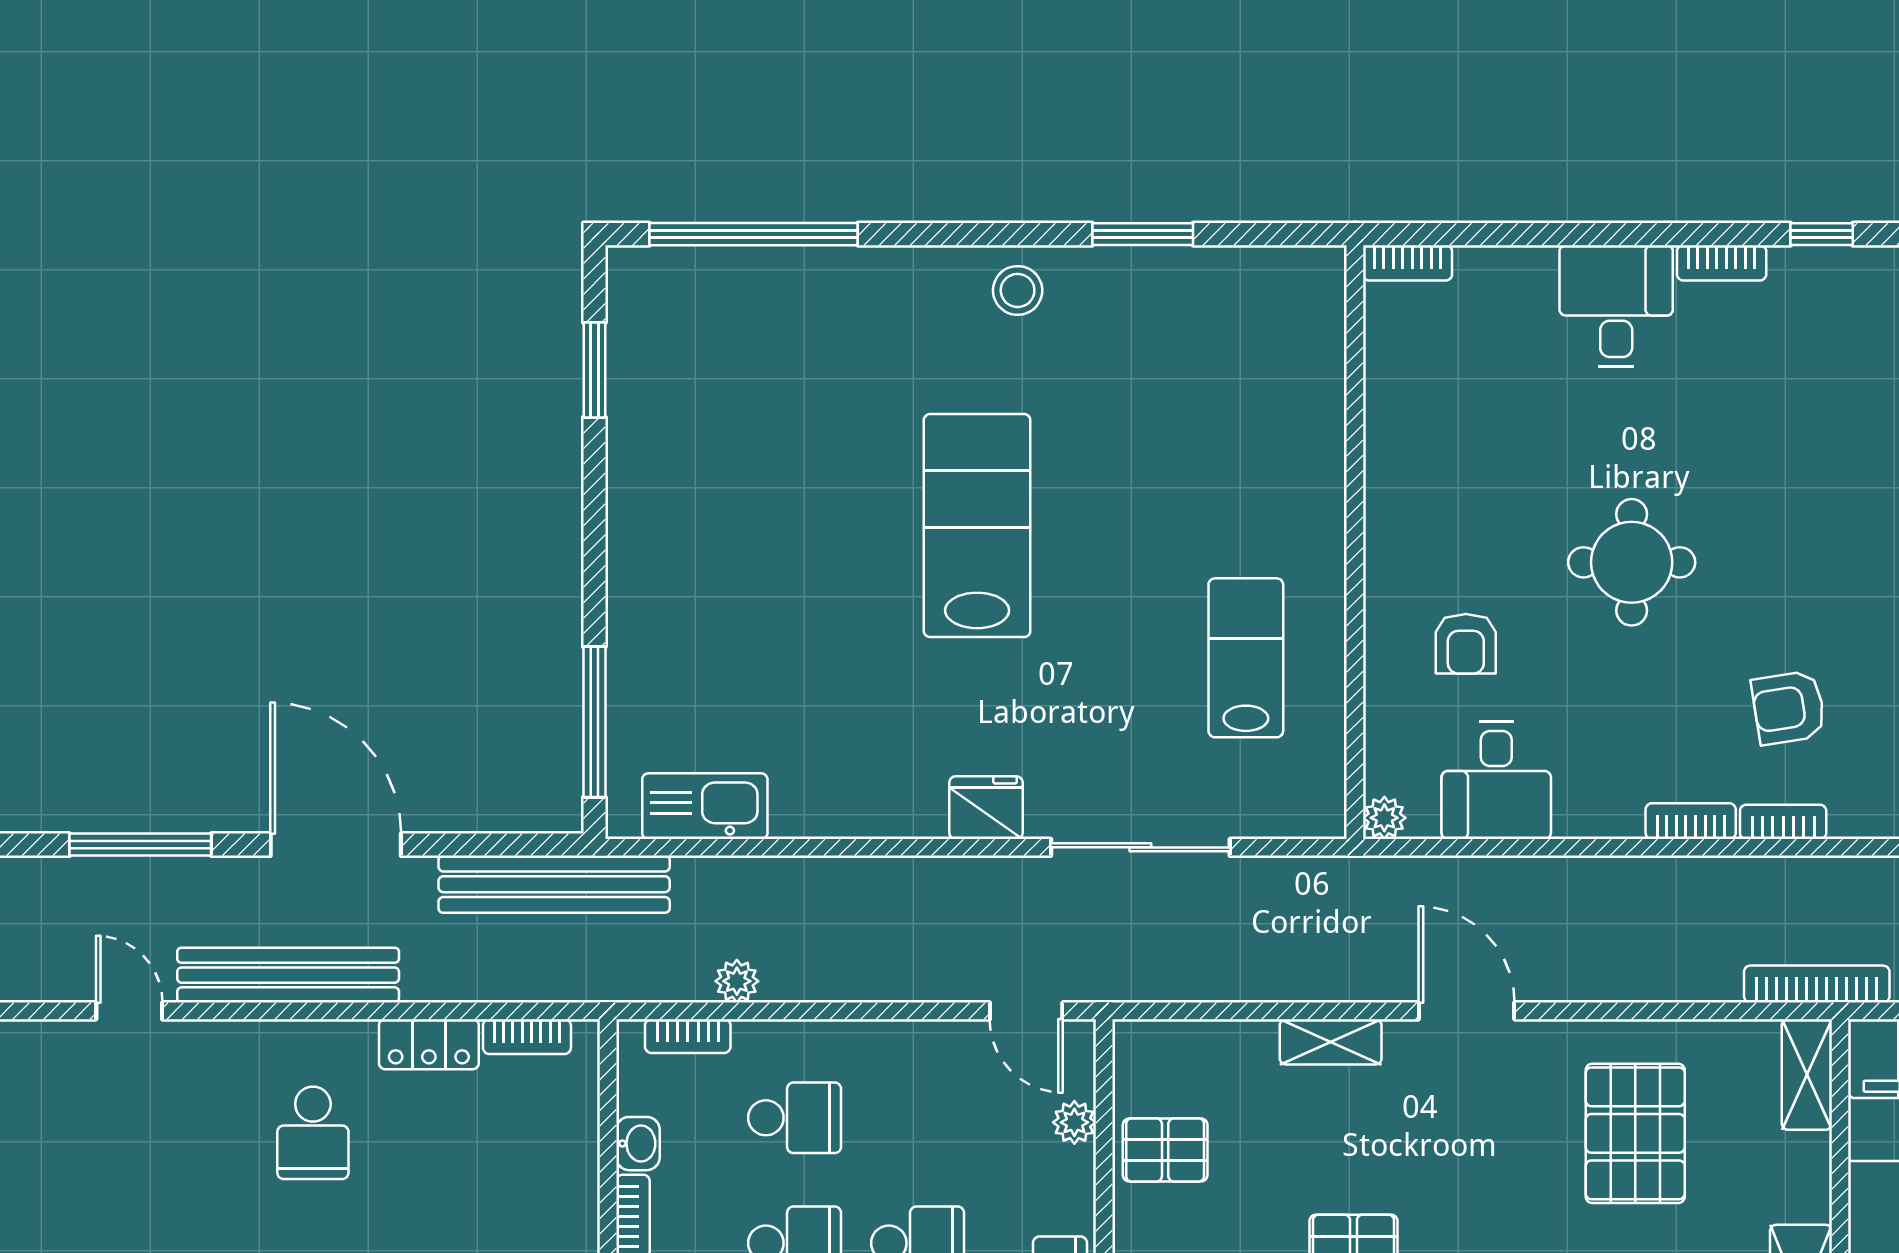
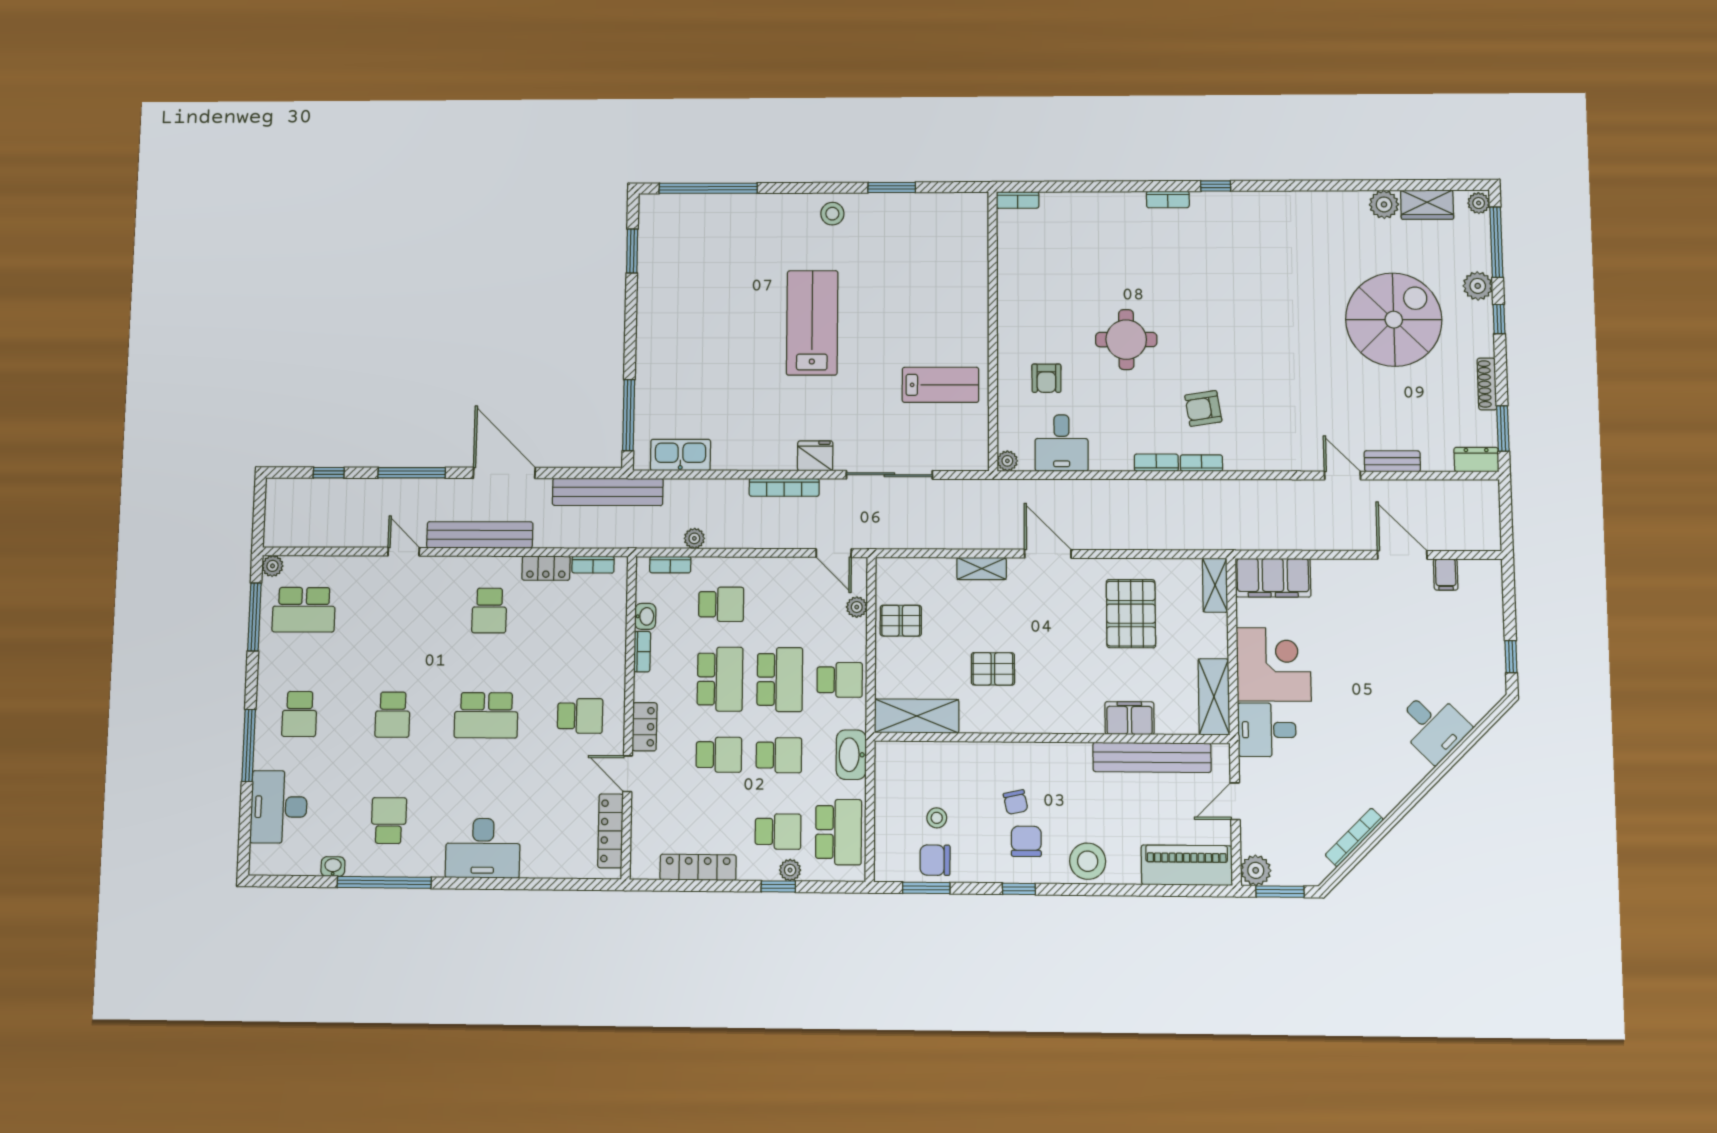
desk: (1616, 306) -> (1117, 220), removed
lab bench: (1246, 658) -> (940, 385), turned 90
bookcase: (1817, 984) -> (784, 487), moved, turned 180

